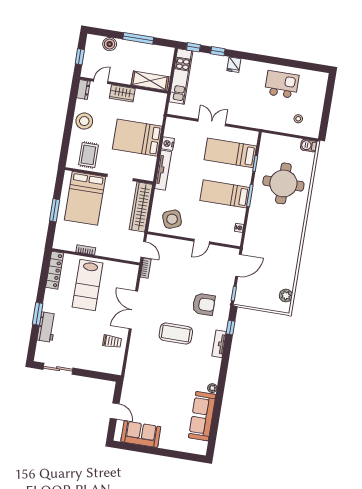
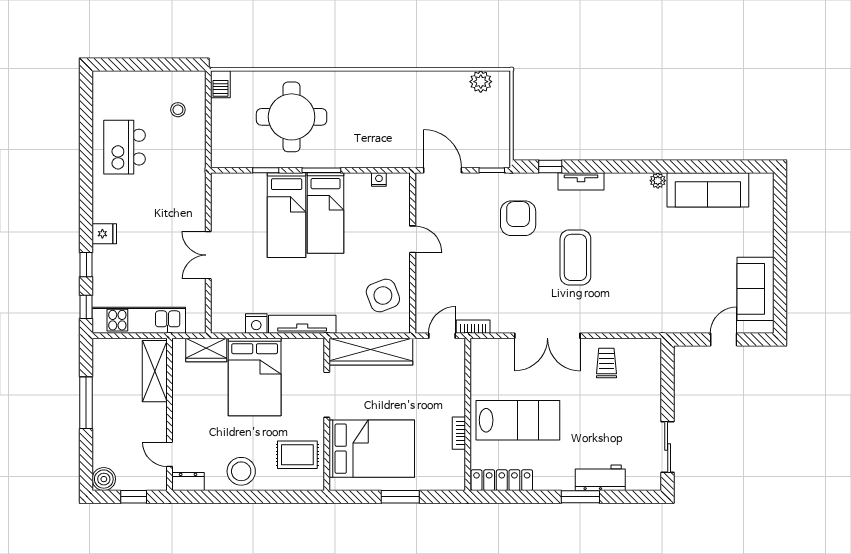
boiler: (110, 44) -> (104, 479), moved
wardrobe: (122, 93) -> (206, 350), moved, turned 90
bed: (230, 153) -> (287, 215), moved

